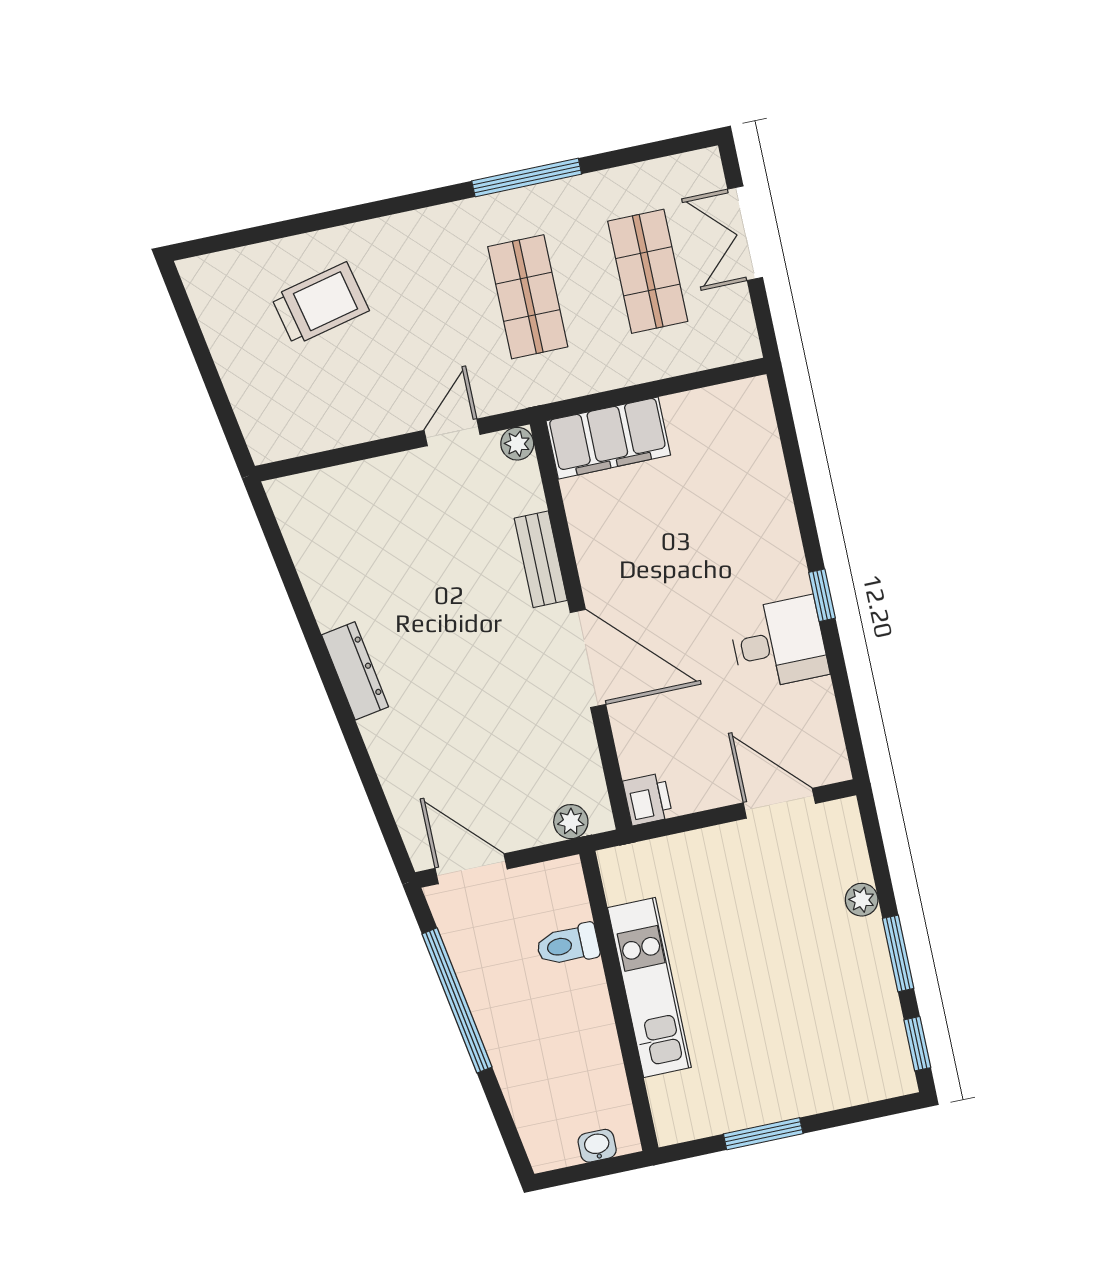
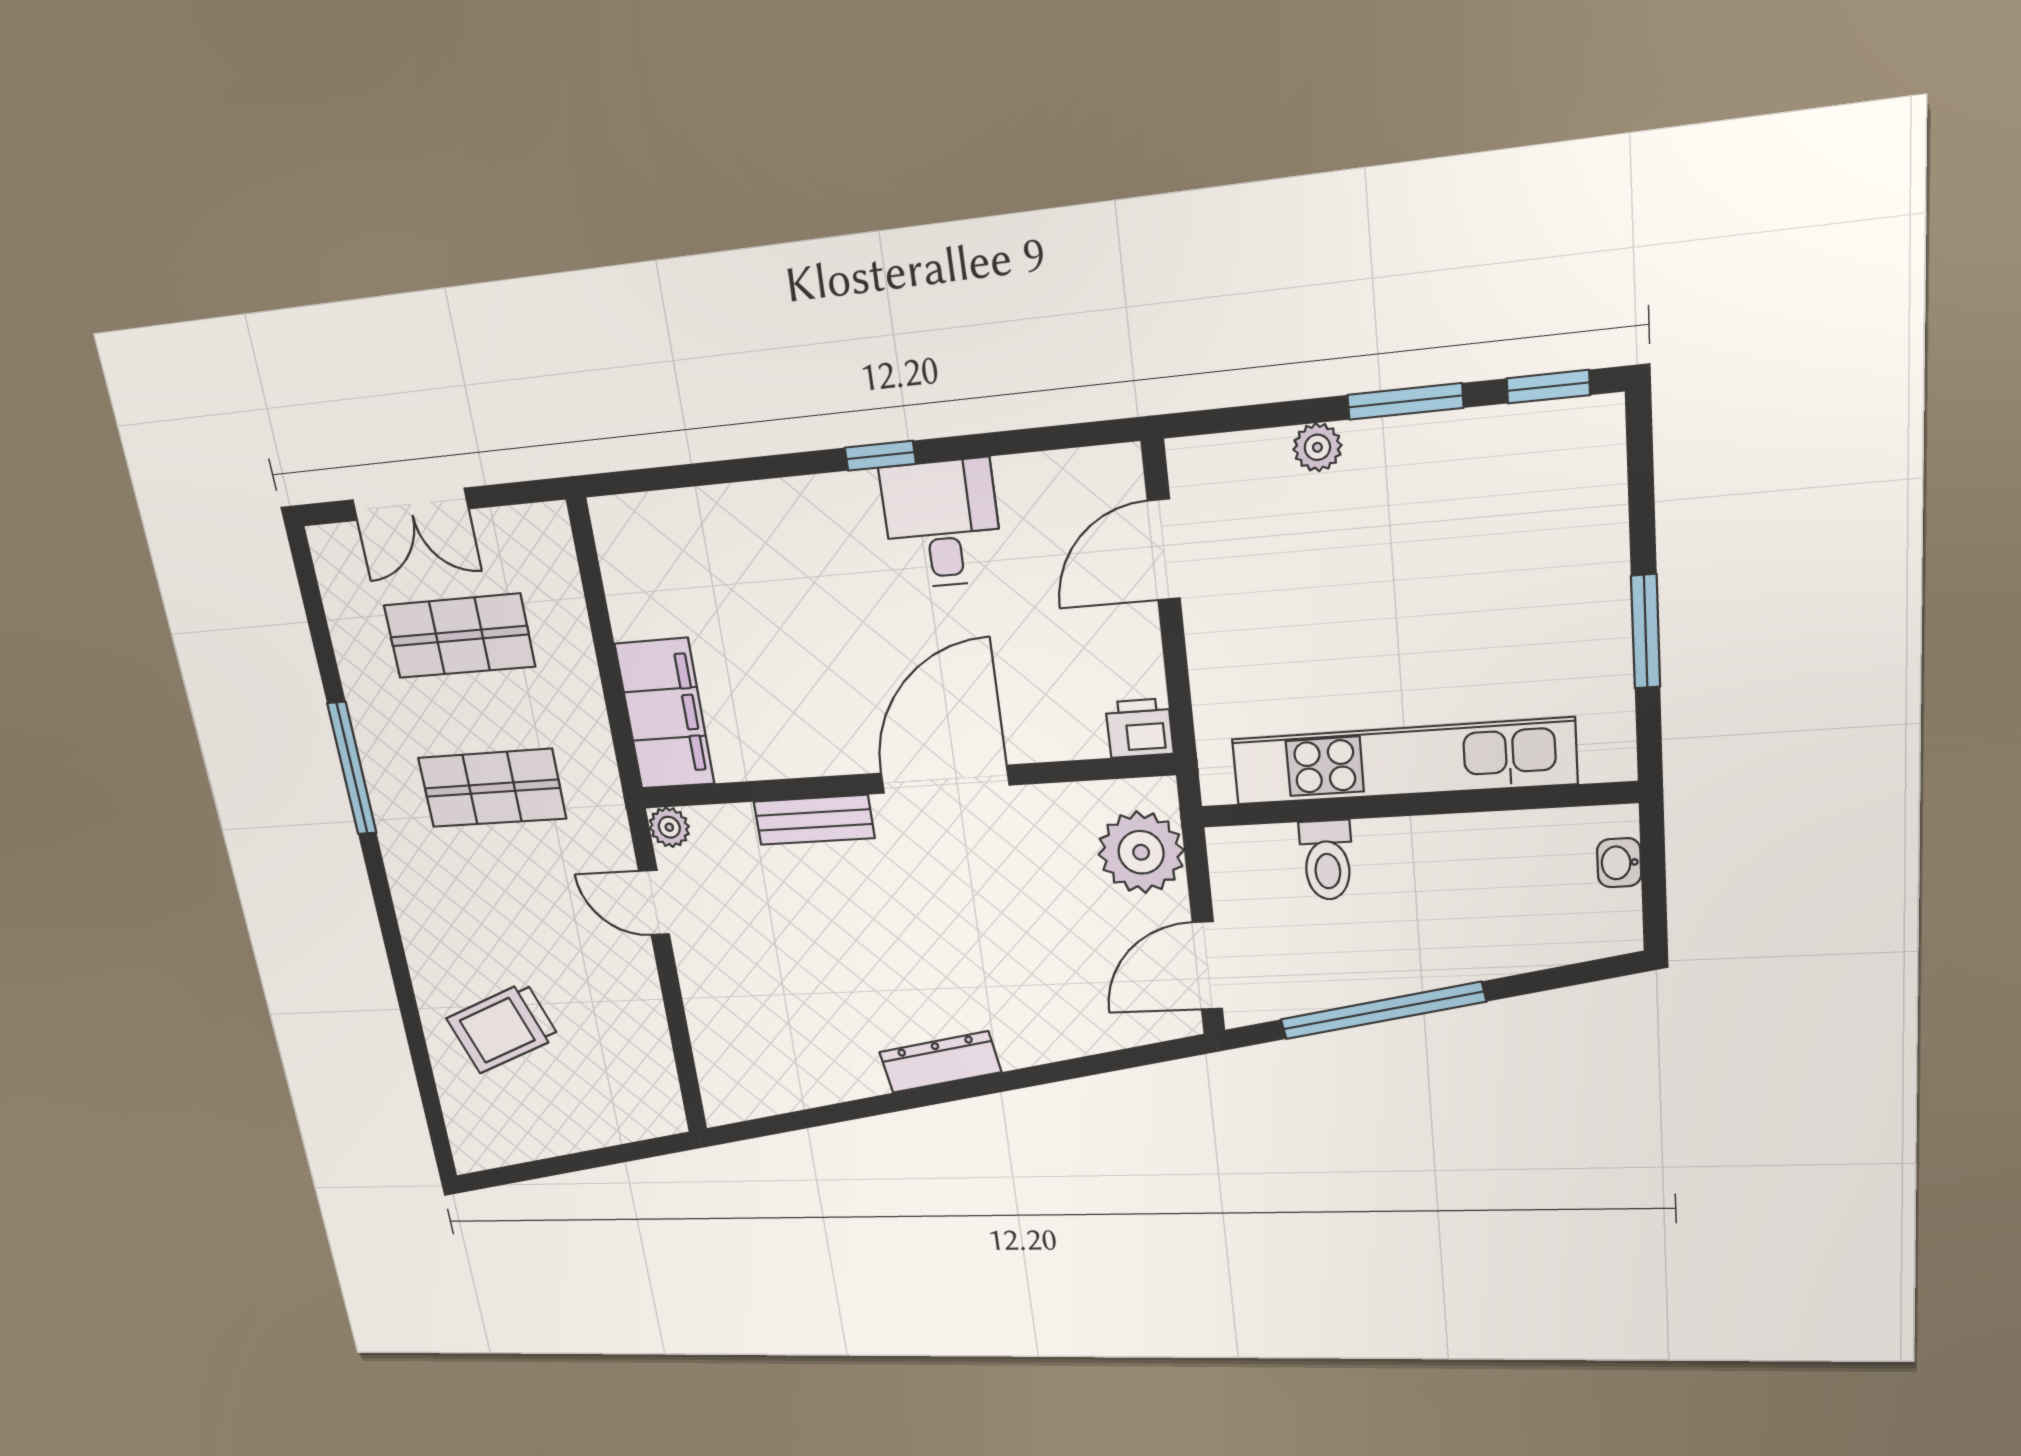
trolley: (320, 304) -> (503, 1028), turned -98
plant: (571, 822) -> (1141, 852), width x1.88, depth x1.88
kitchen unit: (649, 987) -> (1403, 761), width x1.36

